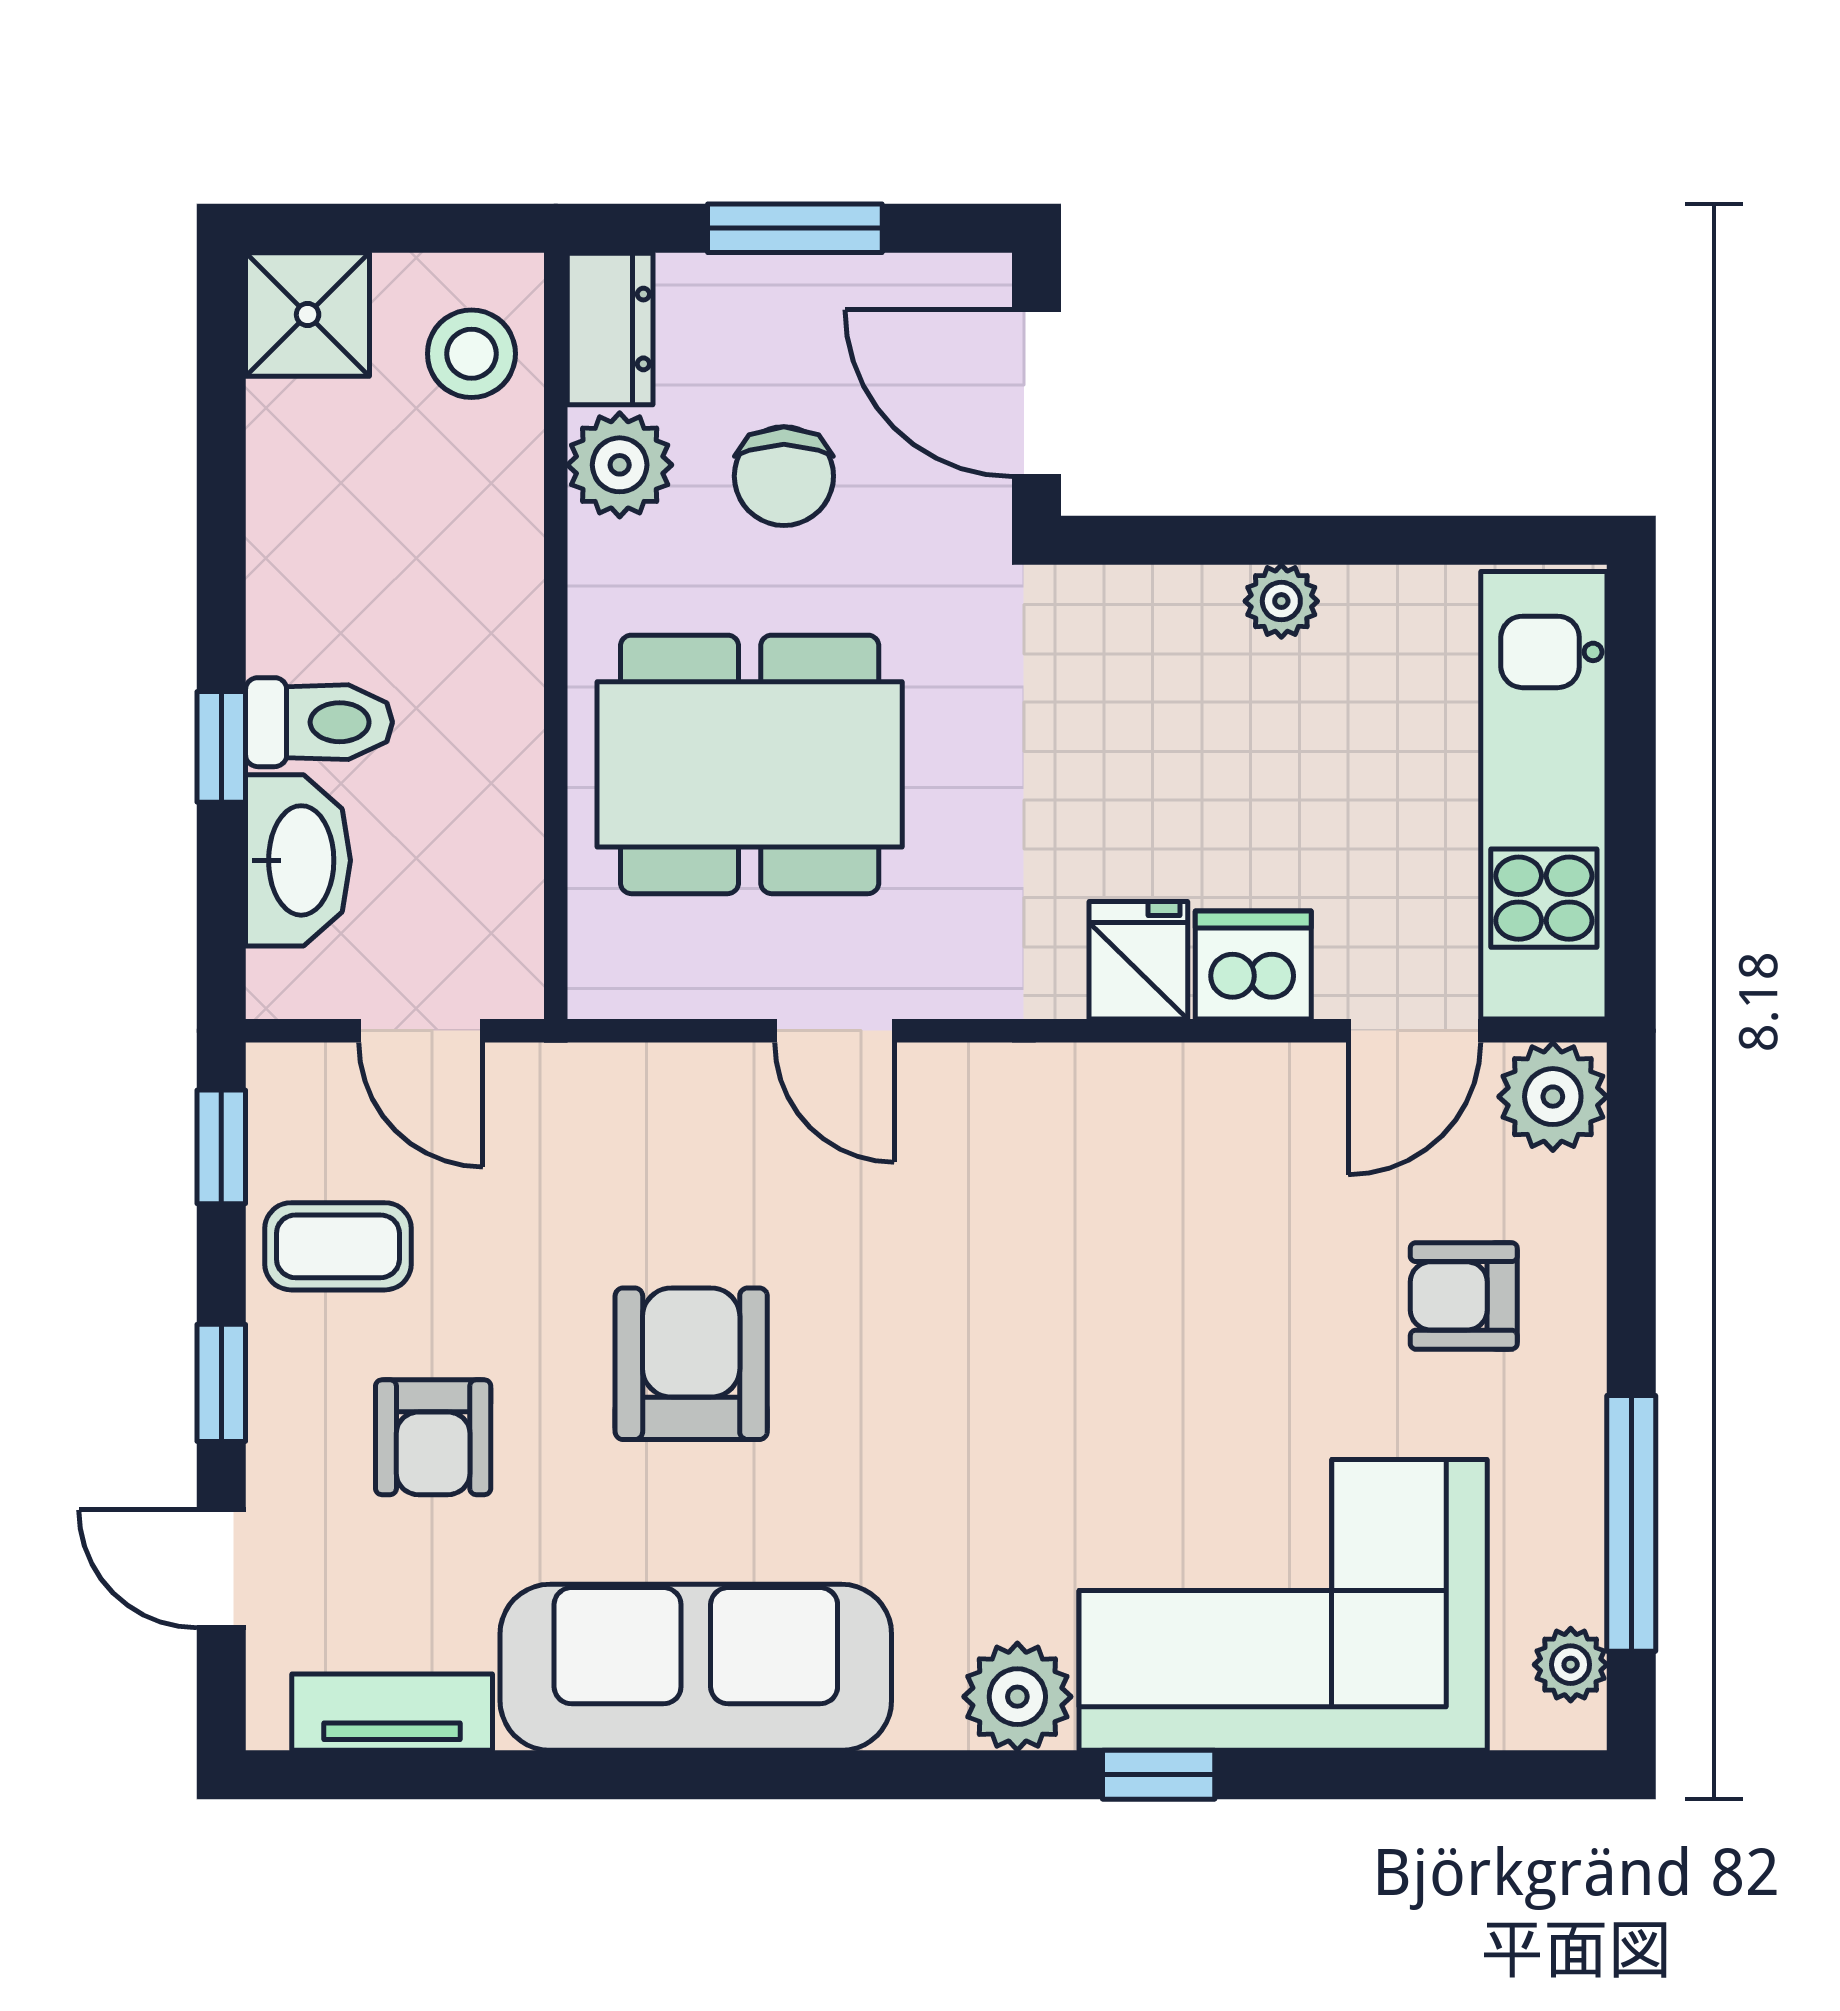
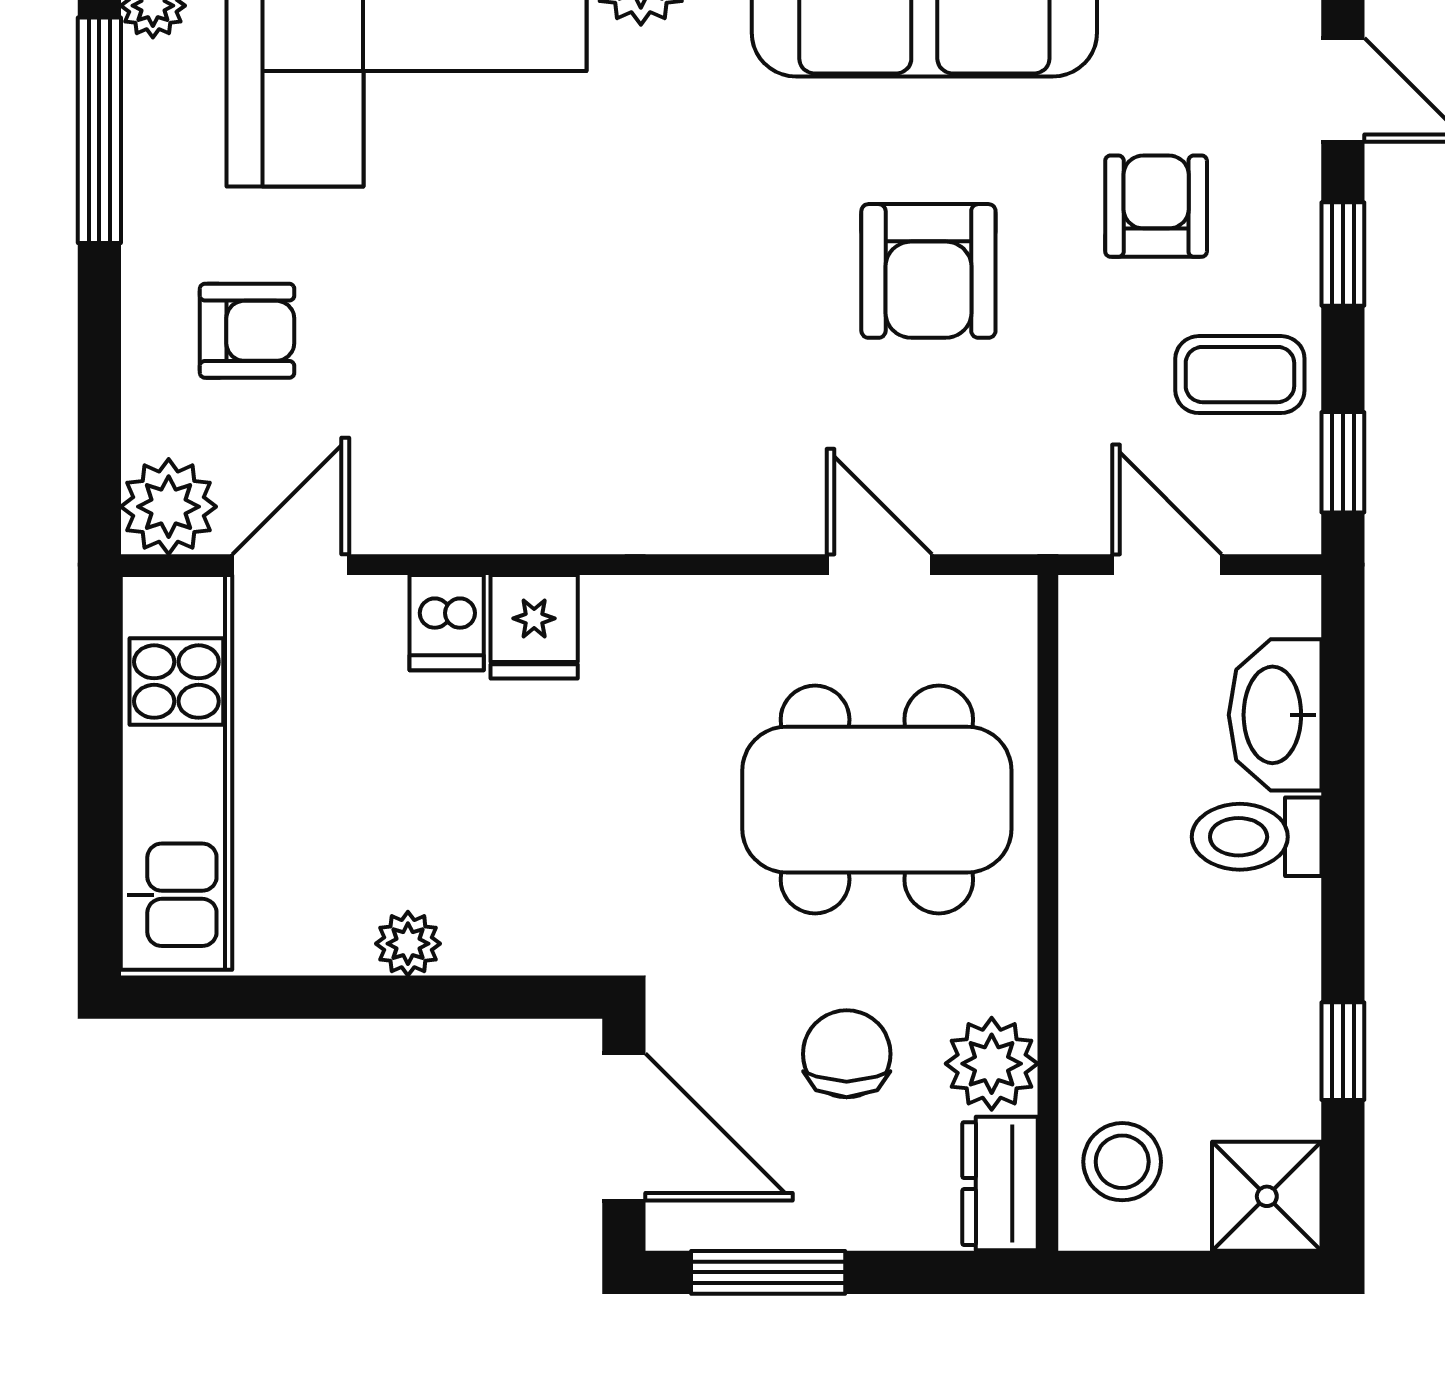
window: (795, 228) -> (768, 1272), moved
window: (221, 747) -> (1343, 1051), moved
dishwasher: (1253, 965) -> (447, 623), width x0.73
door: (834, 1031) -> (879, 565), moved

